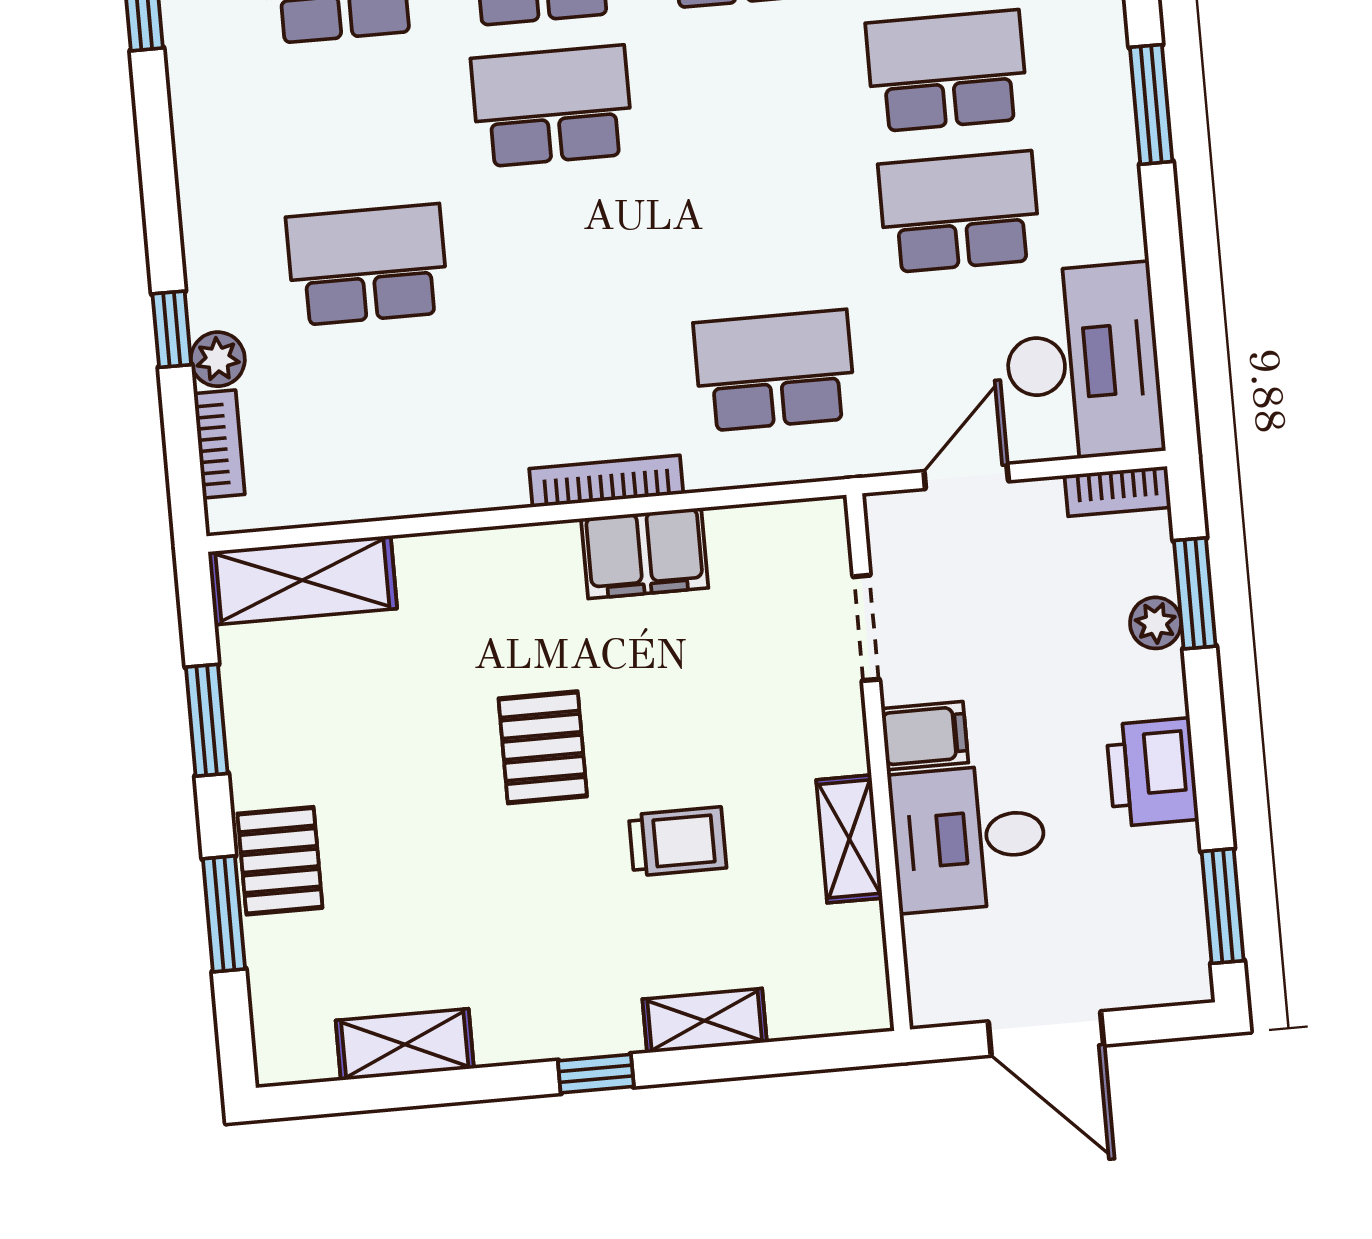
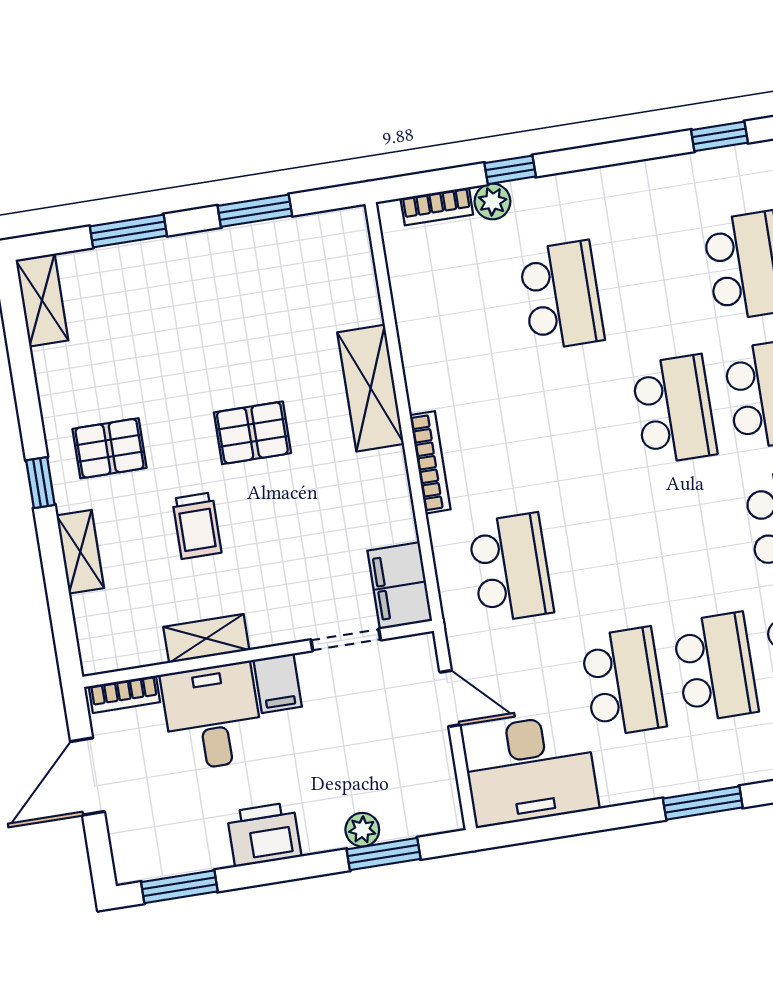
bookcase: (1118, 491) -> (124, 694), moved, turned -90
filing cabinet: (645, 553) -> (400, 586), moved
shelving: (302, 580) -> (371, 388), moved
pallet: (280, 861) -> (110, 448), moved
shelving: (405, 1044) -> (42, 300), moved

